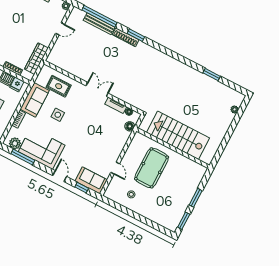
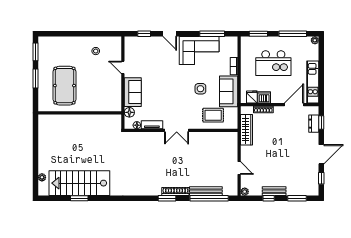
door: (60, 29) -> (239, 168), swing flipped
stairs: (178, 135) -> (79, 183), moved, turned 180
plant: (15, 143) -> (226, 42), removed
pool table: (152, 168) -> (64, 86), moved
sofa: (91, 180) -> (133, 92), moved, turned -90

